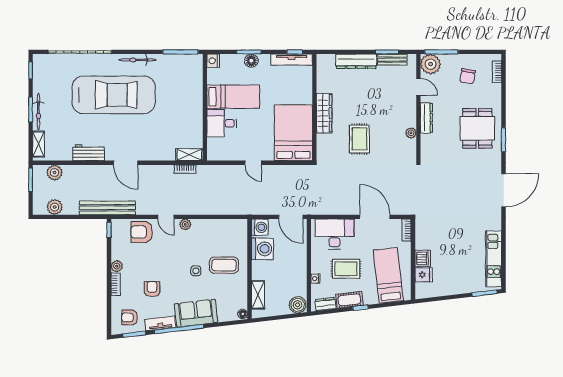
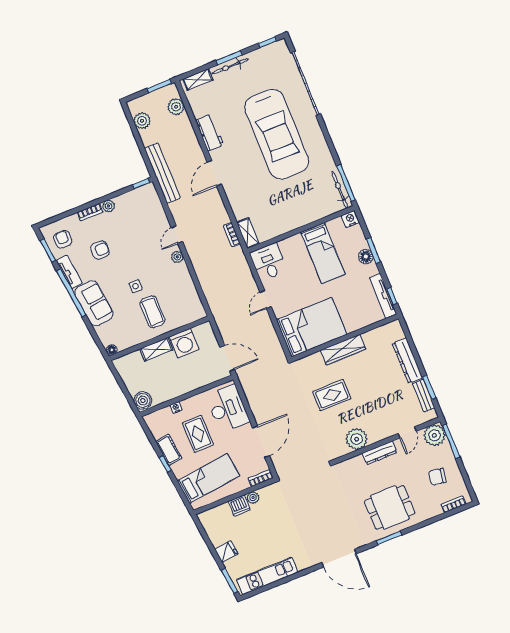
bicycle: (137, 60) -> (340, 190), moved
desk: (222, 123) -> (268, 262), moved
plant: (411, 133) -> (357, 439), width x1.87, depth x1.87
door: (291, 217) -> (227, 358), swing flipped
washing machine: (260, 227) -> (204, 332), removed
armchair: (142, 232) -> (152, 217), removed
plant: (421, 243) -> (253, 498), added
fridge: (424, 275) -> (226, 552), moved, turned -97
shelving: (258, 295) -> (156, 349), moved
dresser: (325, 304) -> (155, 428), removed

